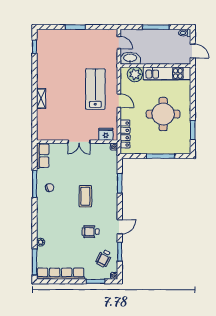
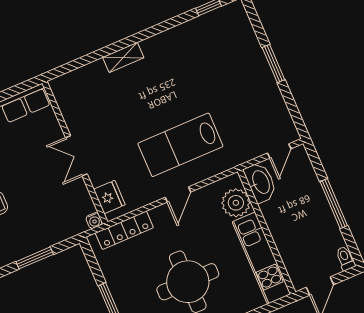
lab bench: (95, 89) -> (180, 145), turned 180

